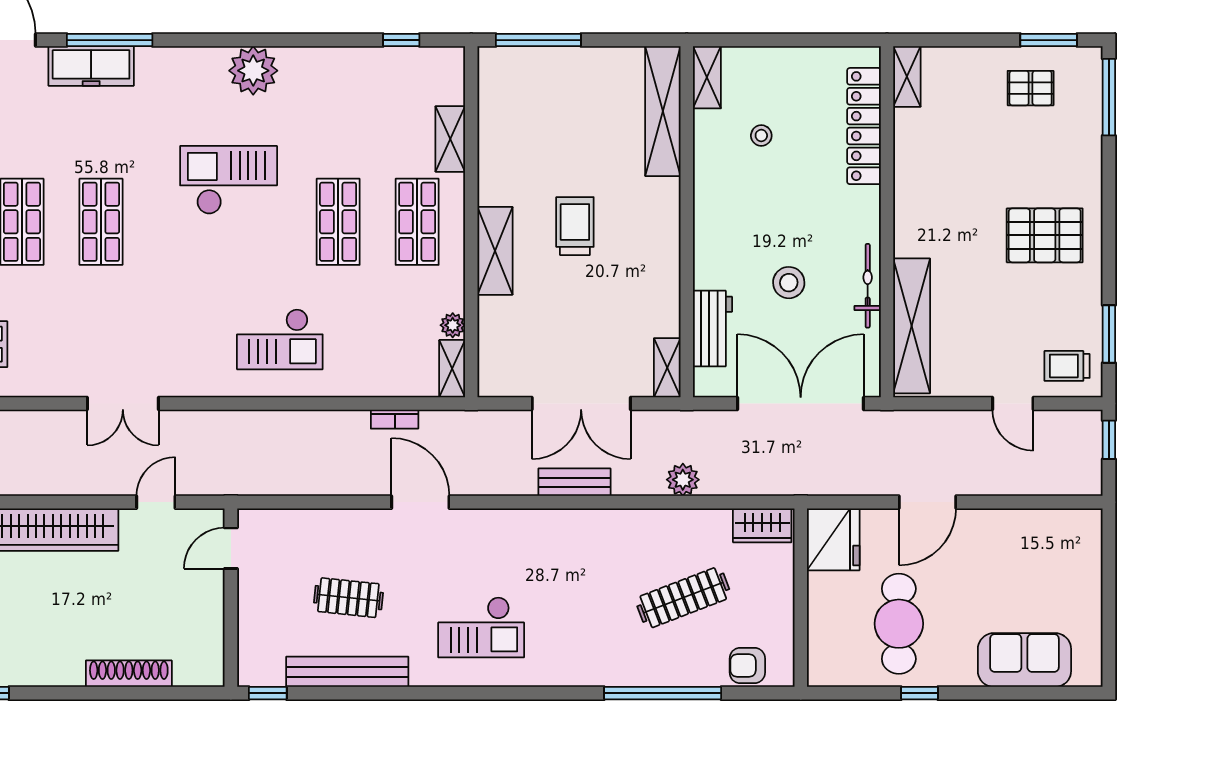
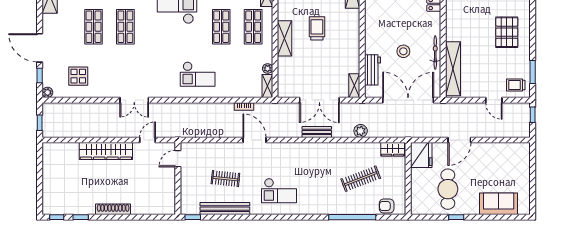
pallet: (1045, 235) -> (507, 32), turned 90
shoe rack: (129, 674) -> (113, 209), moved

